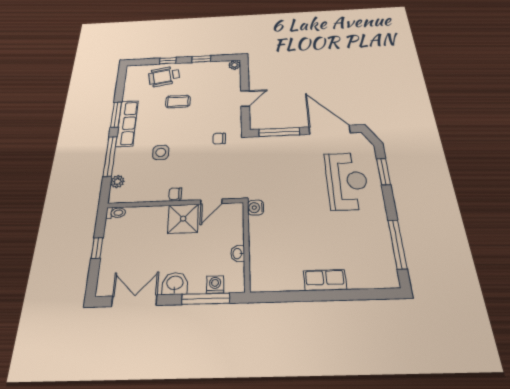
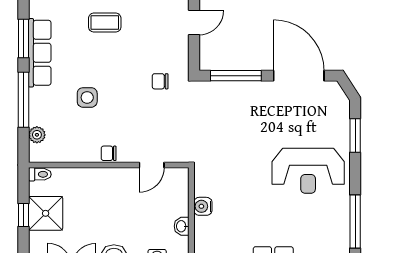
reception desk: (347, 181) -> (308, 171), moved, turned 90
water cooler: (256, 208) -> (203, 206), moved
shower: (183, 219) -> (46, 213), moved

